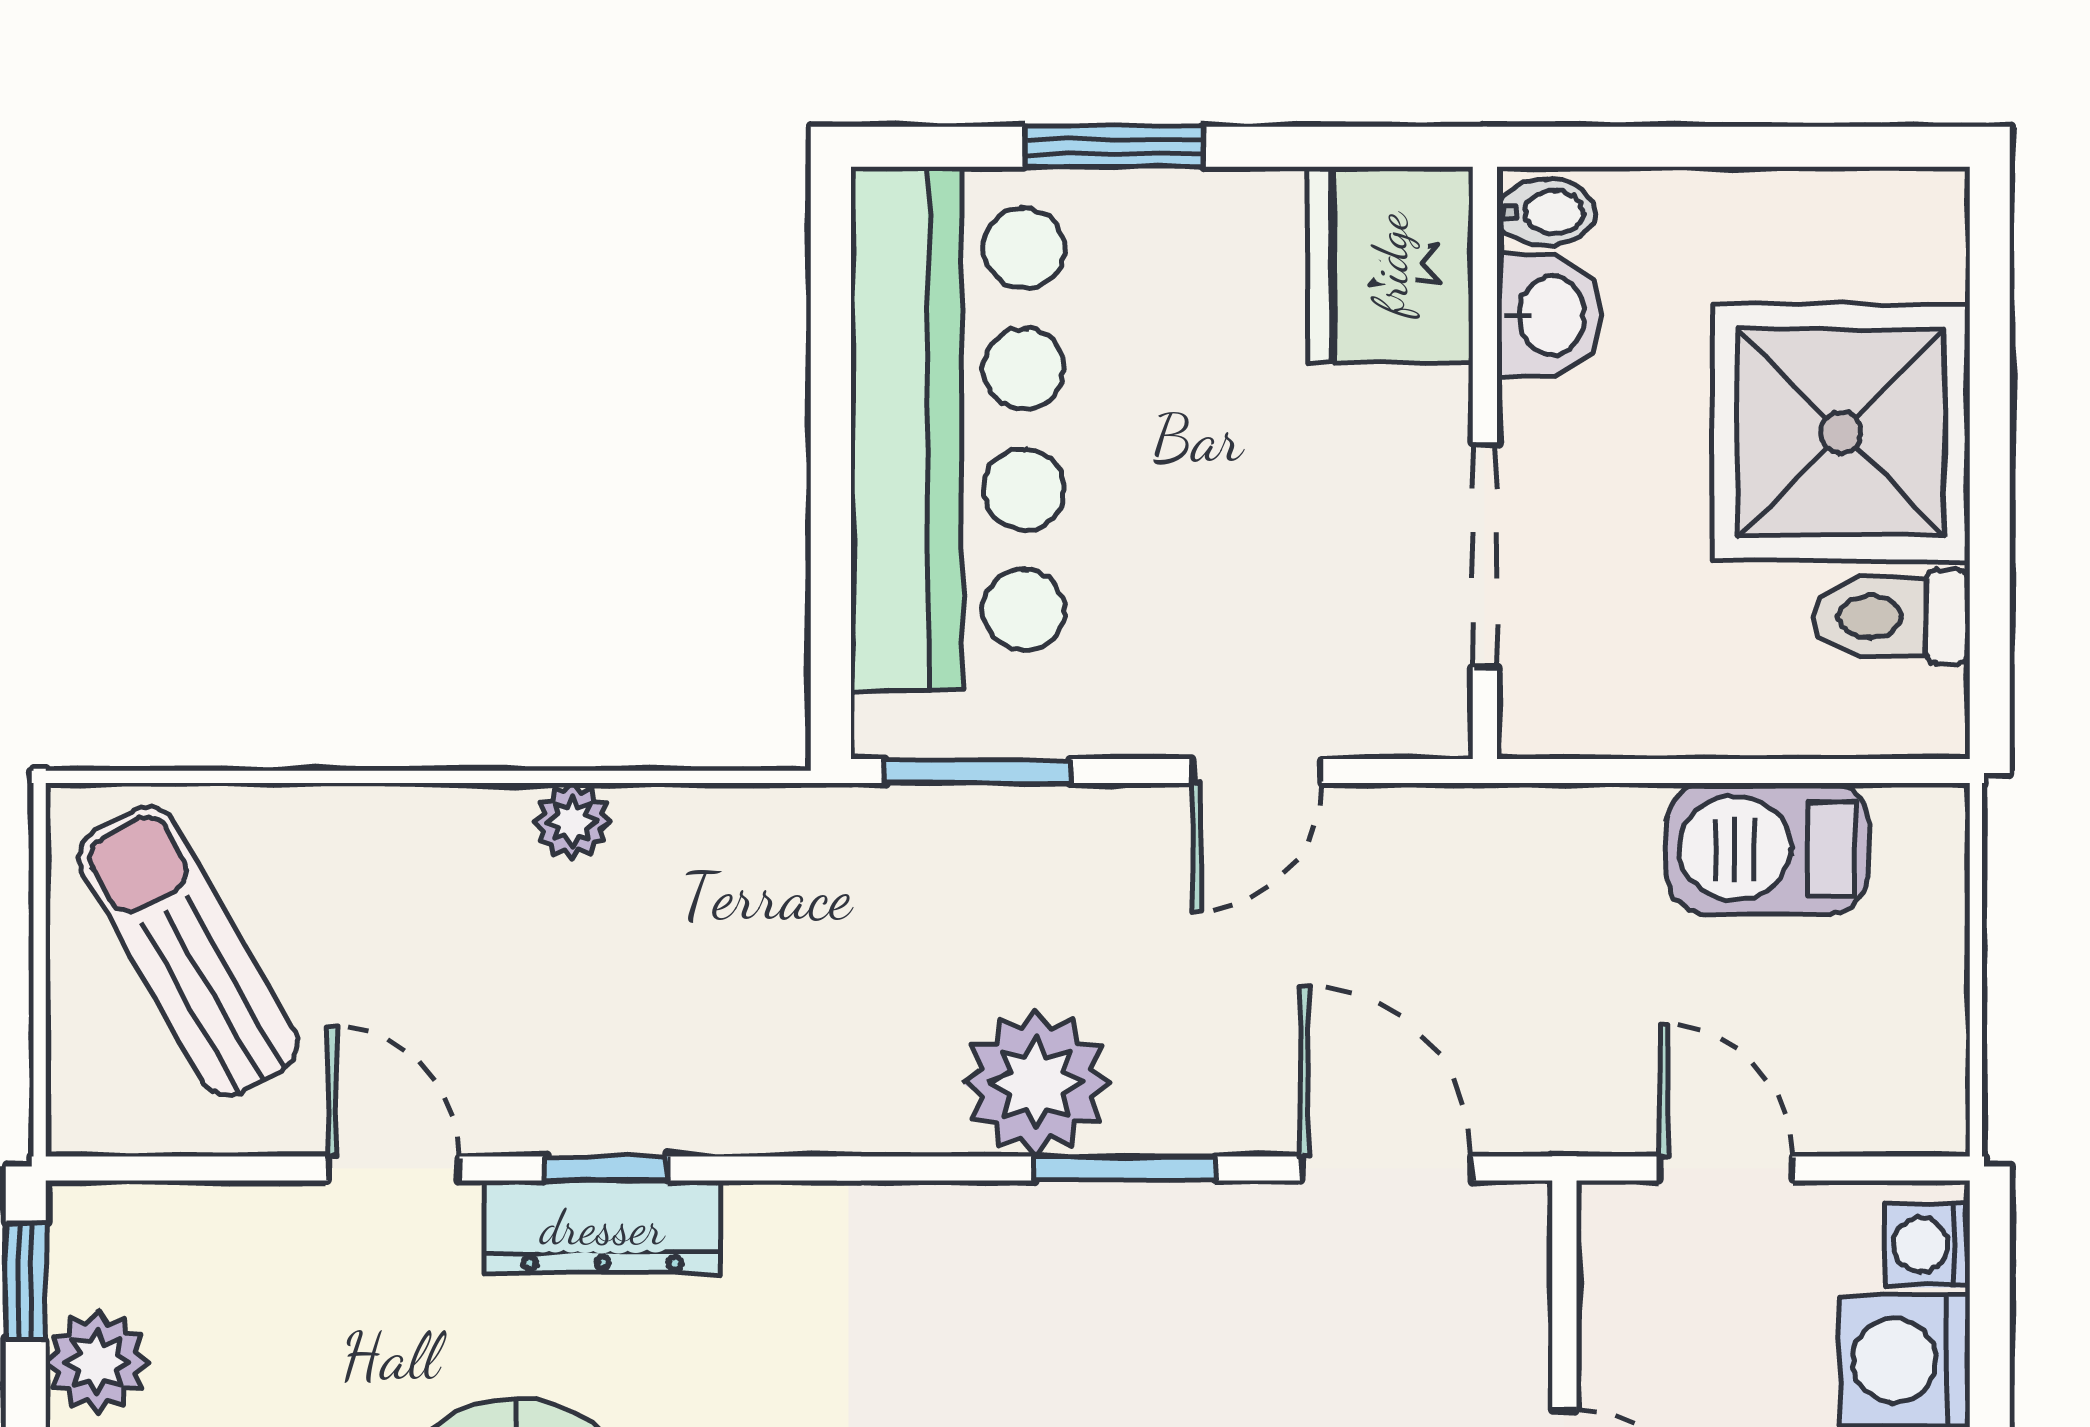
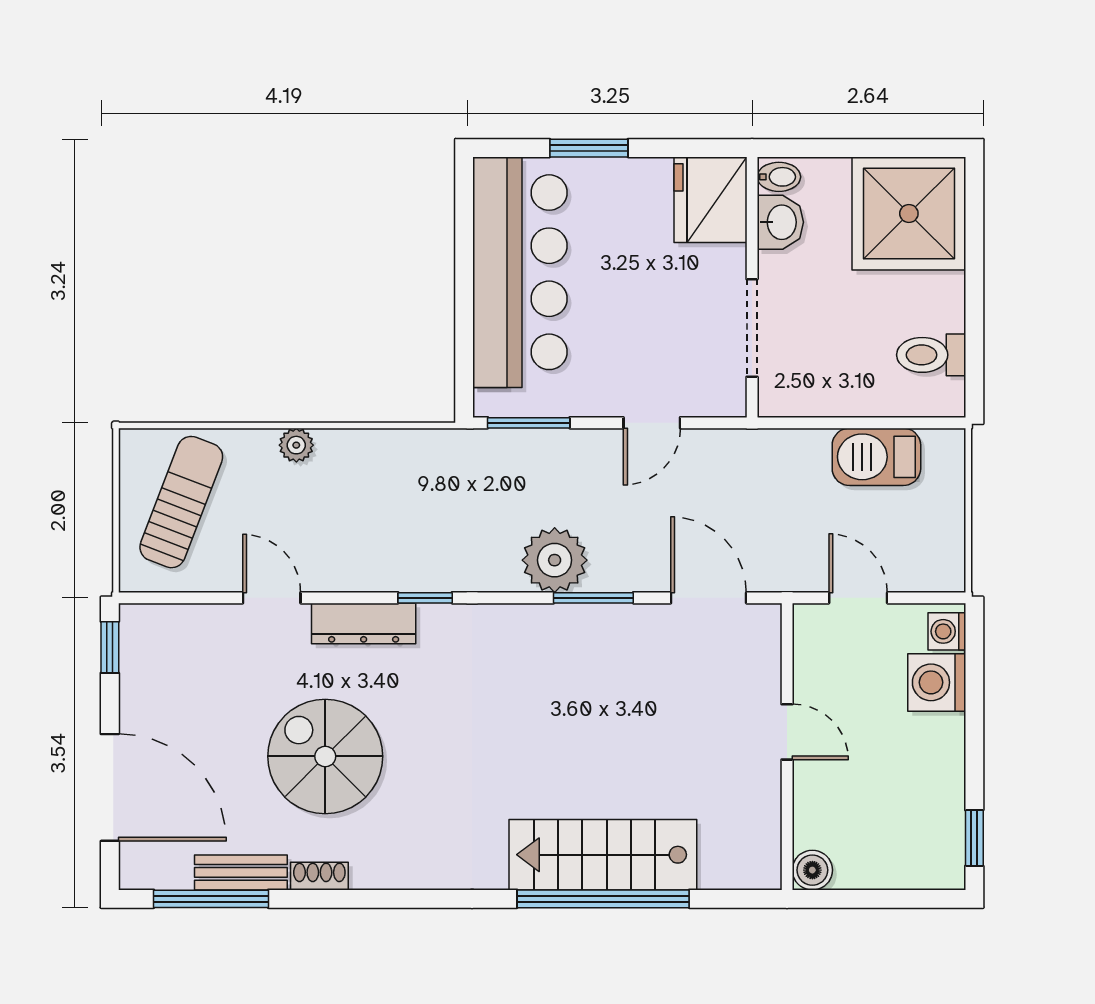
shower: (1841, 432) -> (909, 213), moved
plant: (572, 822) -> (296, 445), moved
sun lounger: (188, 951) -> (181, 502), turned 51
window: (607, 1169) -> (425, 598), moved
plant: (97, 1362) -> (141, 683), removed

